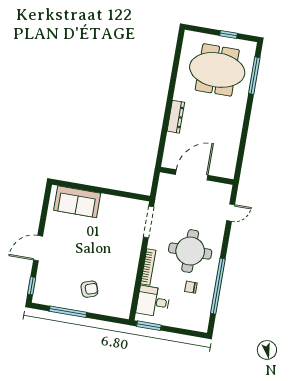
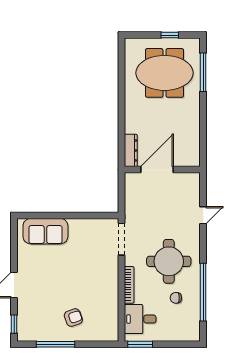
dresser: (176, 117) -> (131, 150), moved
door: (192, 175) -> (157, 170), moved
wall: (197, 176) -> (162, 170), moved

